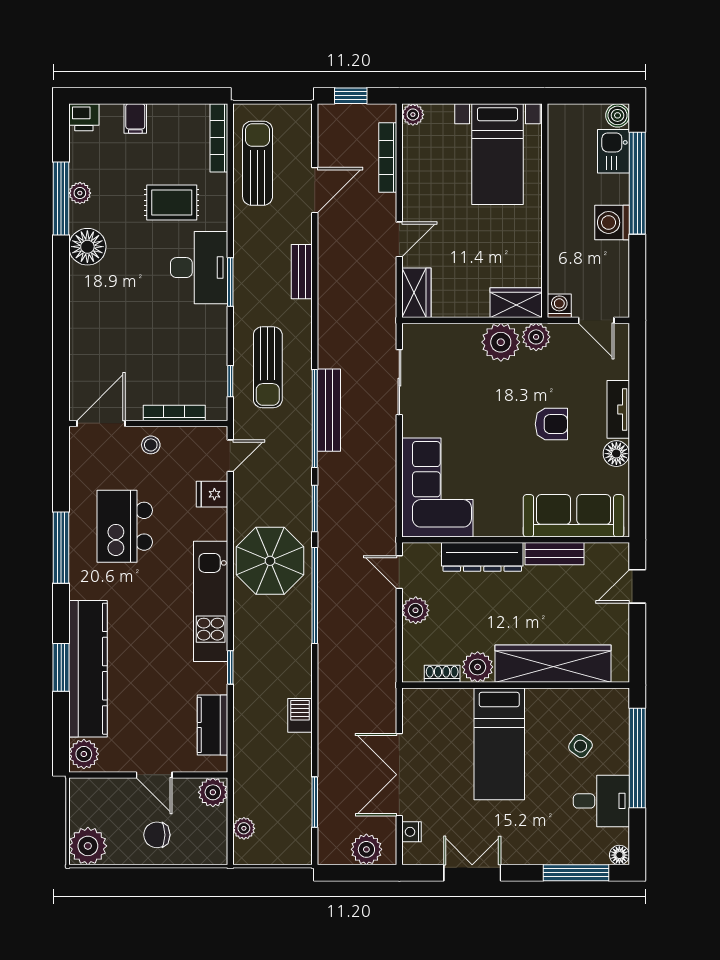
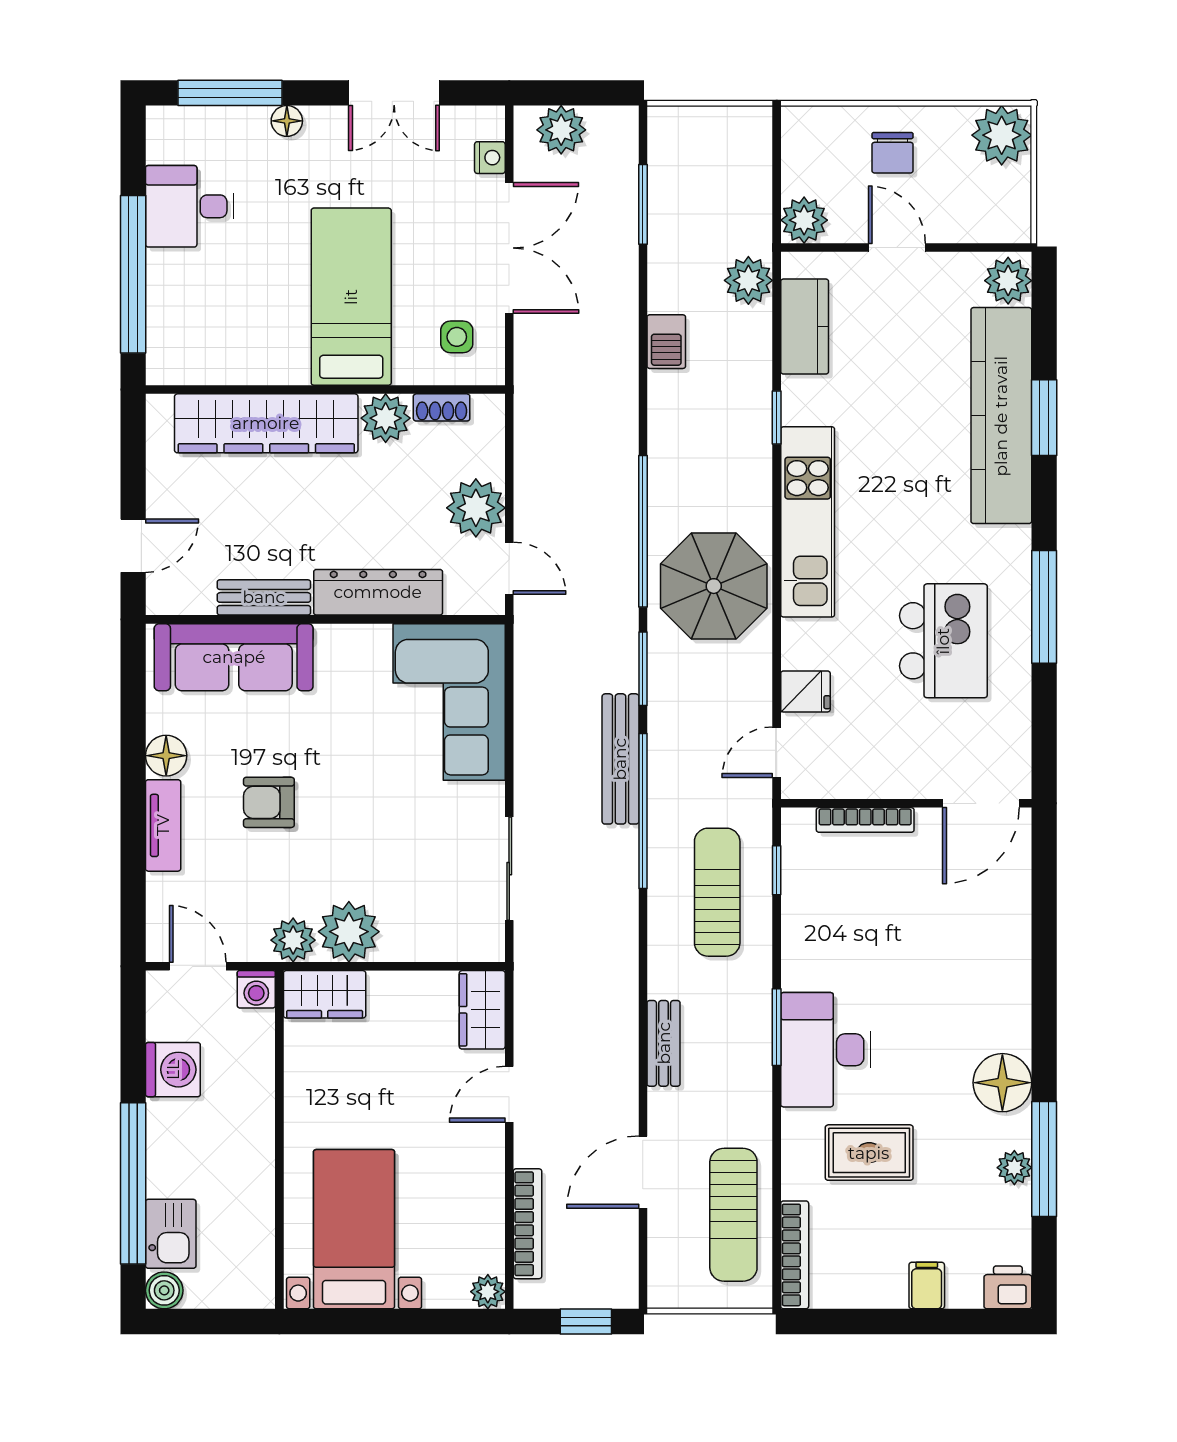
washing machine: (612, 222) -> (173, 1070), moved
bench: (329, 410) -> (620, 759), moved
stool: (151, 445) -> (902, 769), removed
plant: (416, 610) -> (476, 508), width x1.36, depth x1.36
side table: (580, 746) -> (457, 337), moved, turned -36
plant: (244, 828) -> (748, 280), moved, width x1.38, depth x1.38
chair: (157, 835) -> (893, 153), turned 90
floor lamp: (619, 855) -> (287, 121), moved

